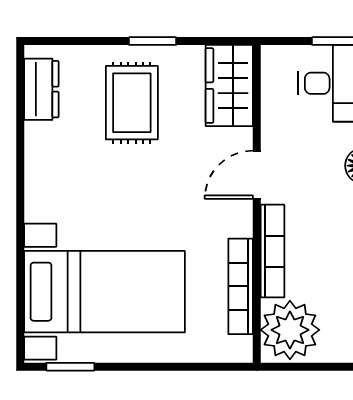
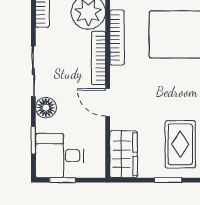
door: (257, 175) -> (108, 102), swing flipped

